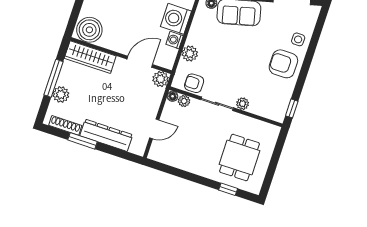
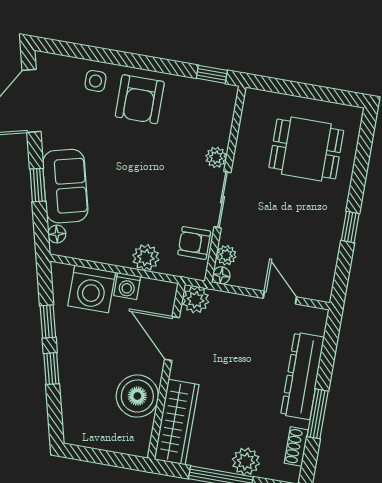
boiler: (89, 30) -> (137, 396), moved
armchair: (194, 83) -> (194, 243), turned 90
shoe rack: (65, 125) -> (296, 447), width x0.70
window: (228, 189) -> (350, 227), moved

